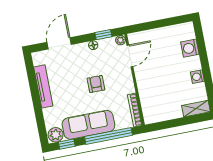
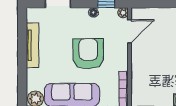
armchair: (96, 84) -> (88, 54), width x1.88, depth x1.88

